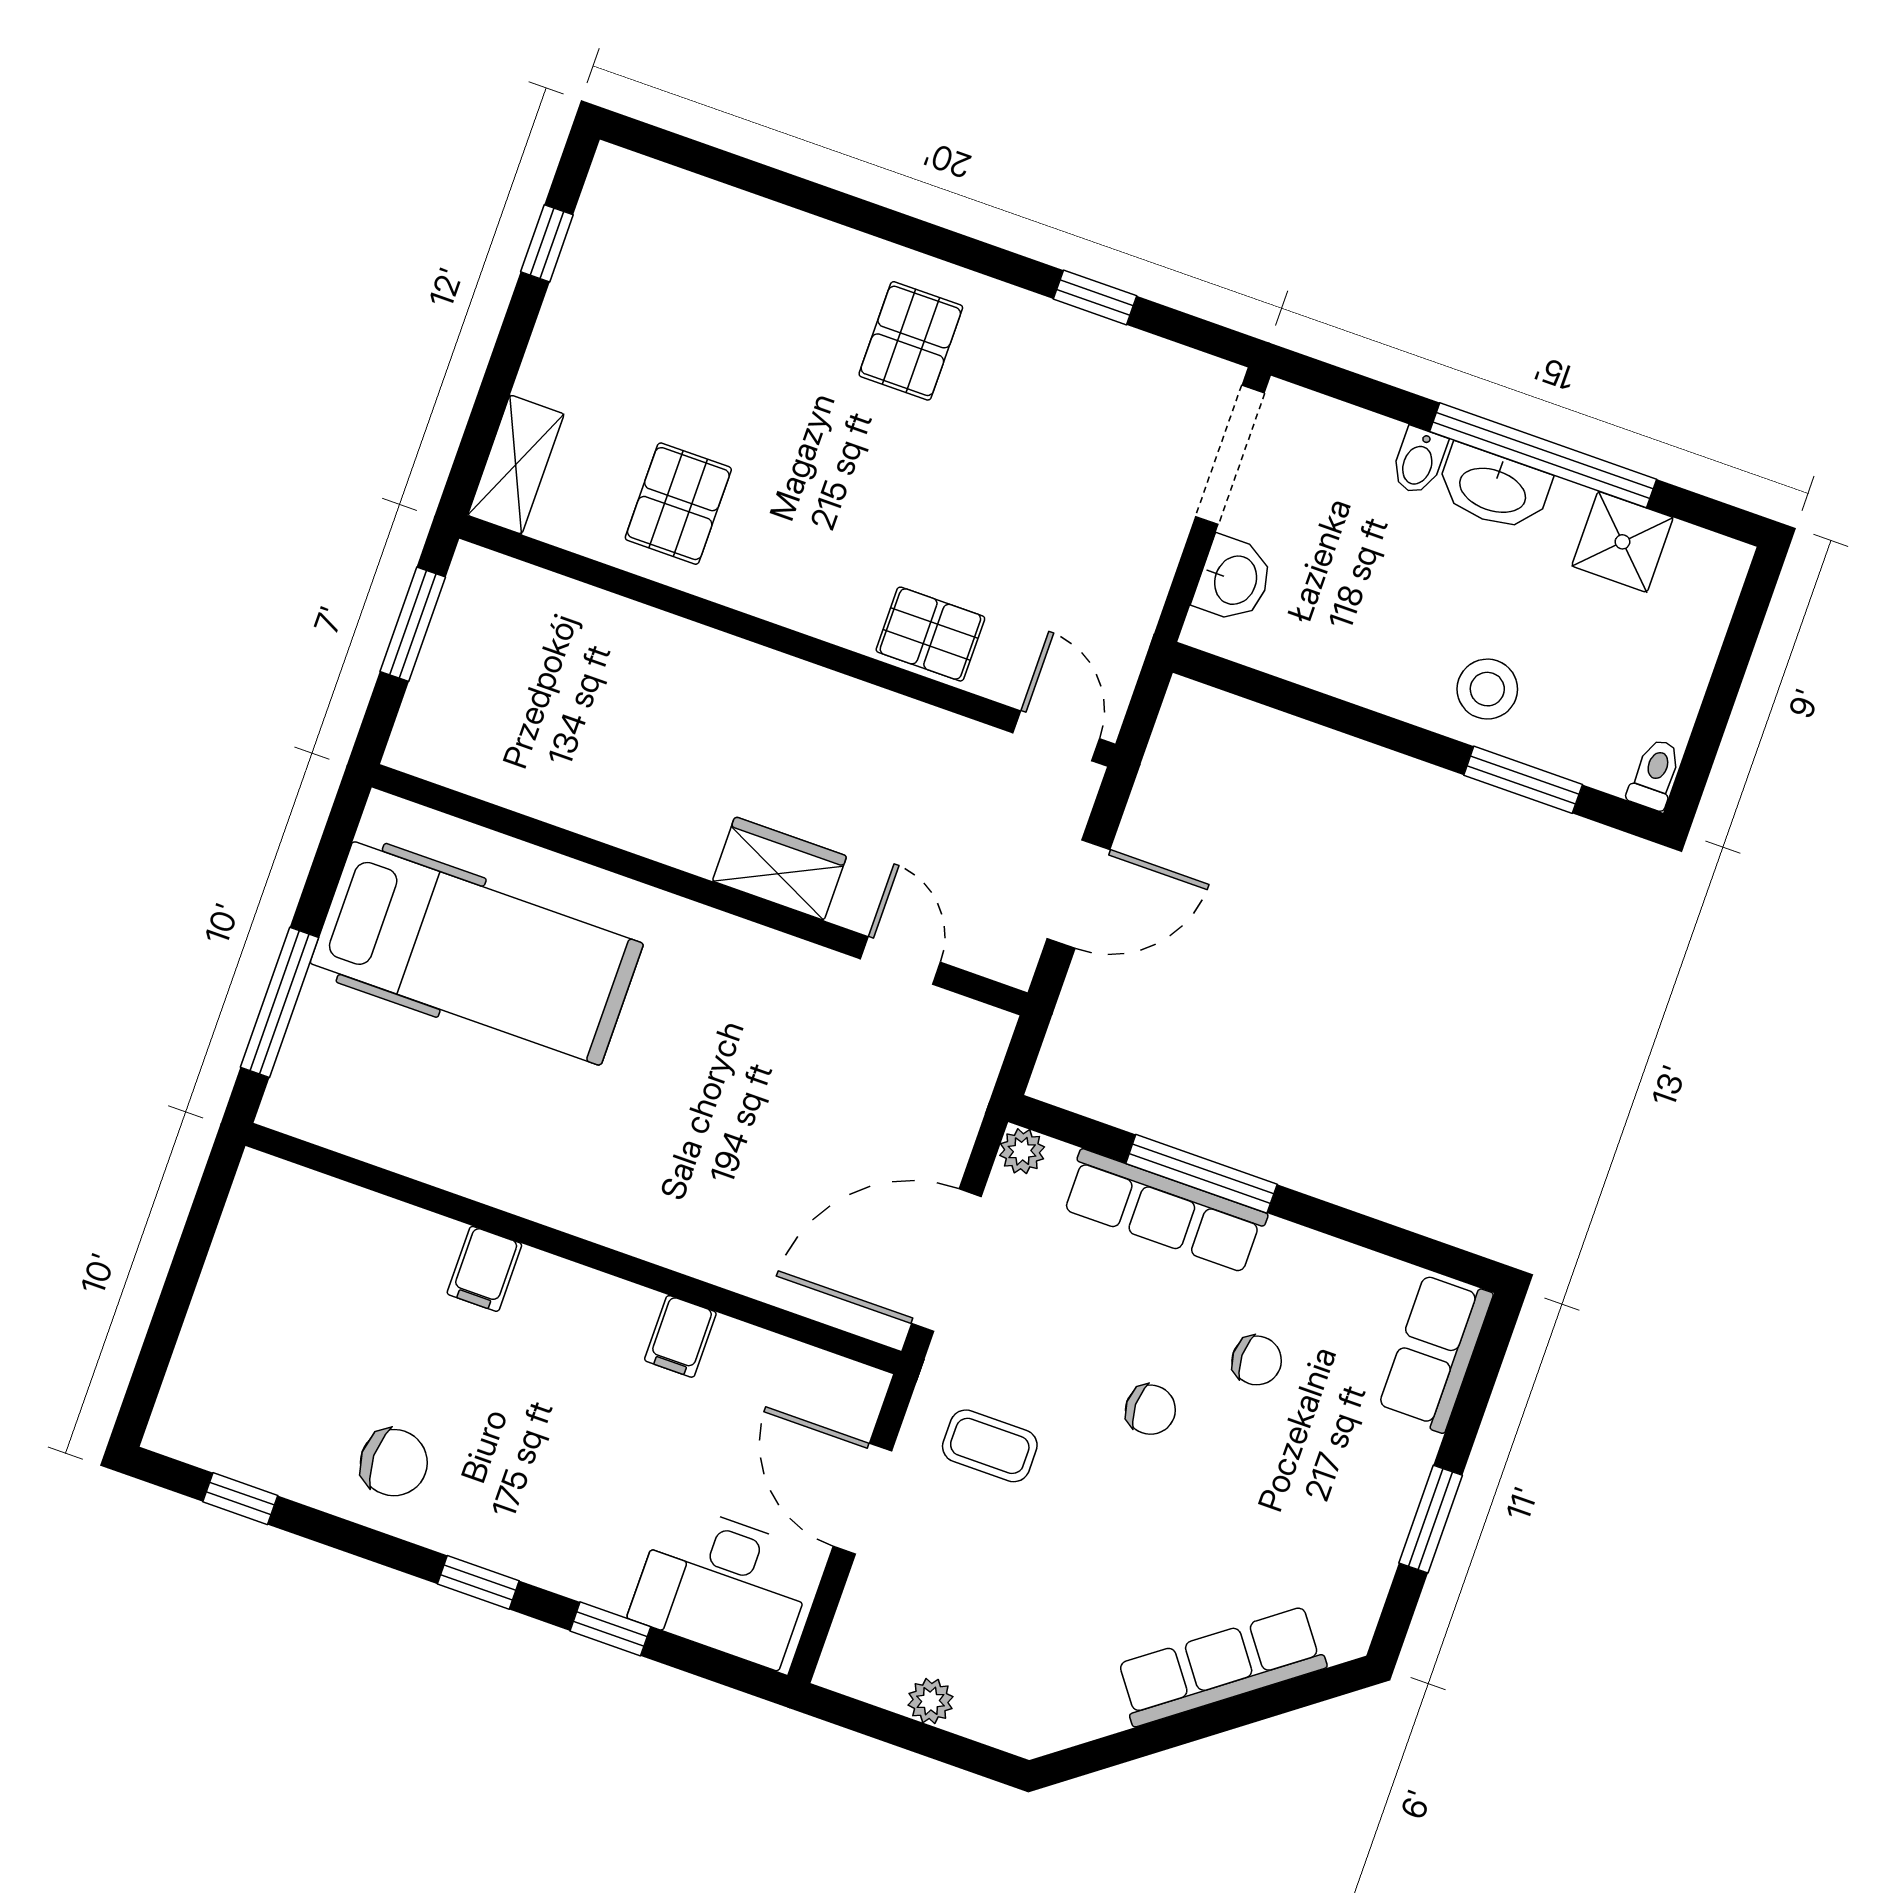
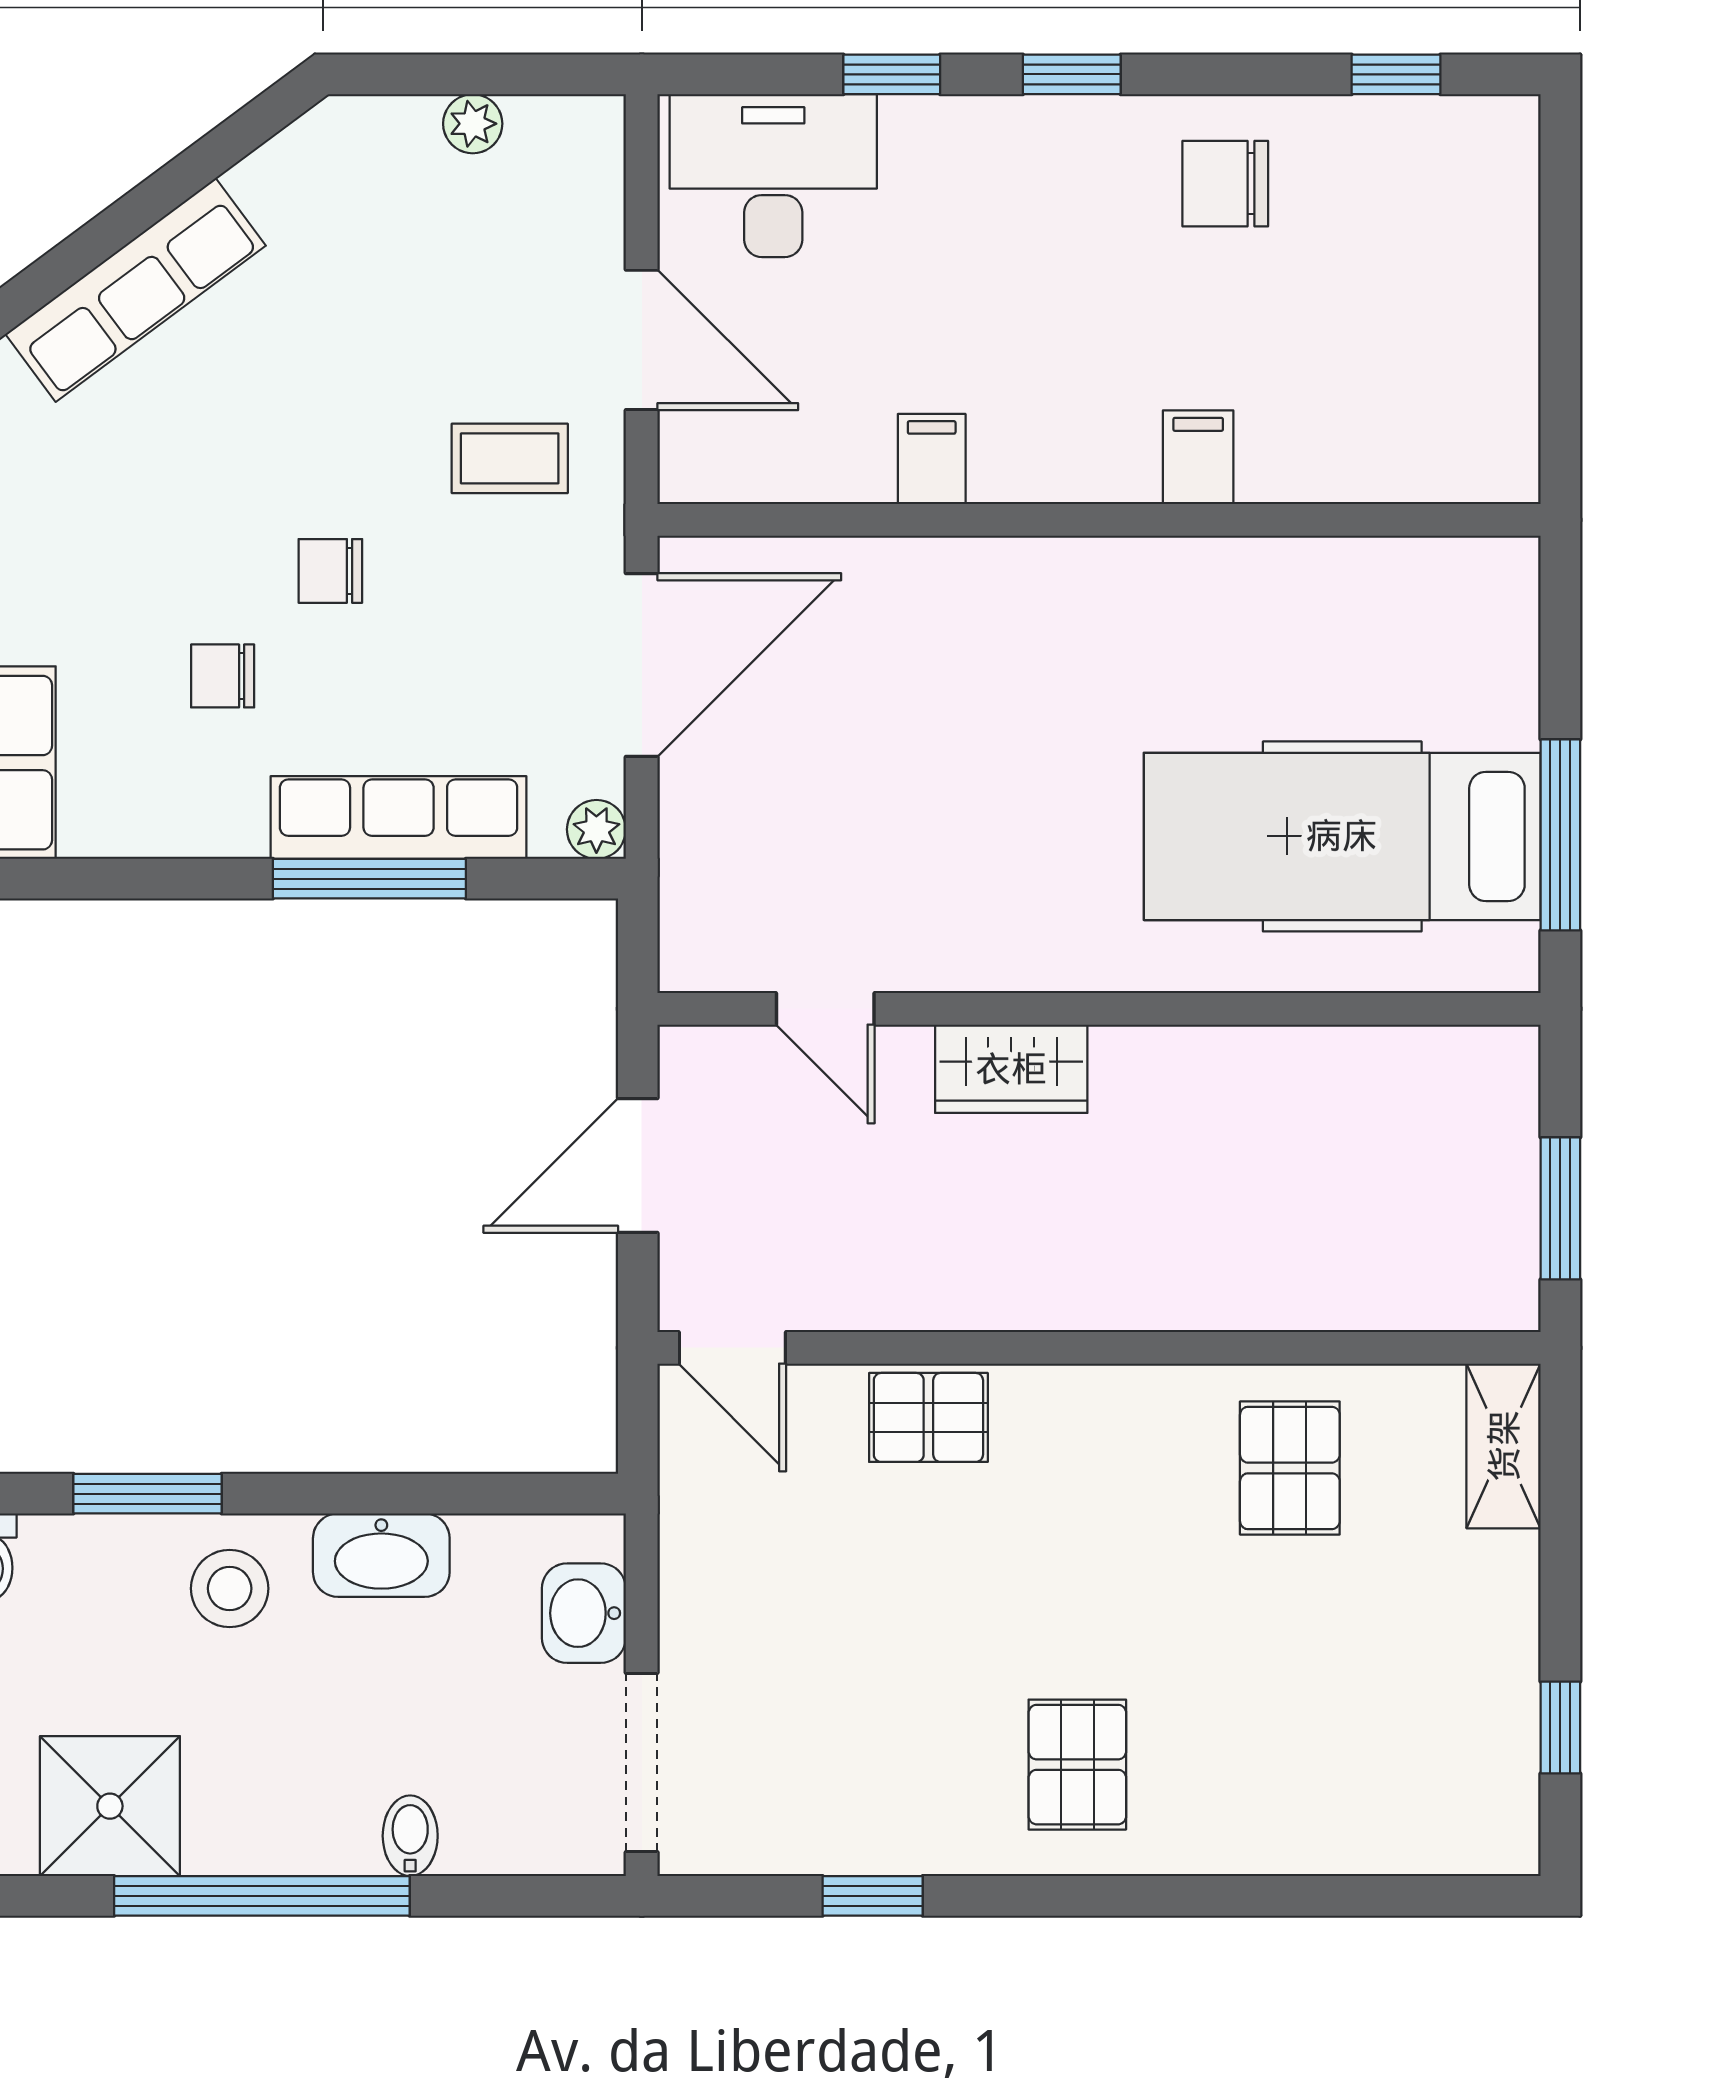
washbasin: (1493, 488) -> (381, 1555), moved, turned 180
shower: (1622, 542) -> (110, 1806), width x1.36, depth x1.36
window: (280, 1002) -> (1560, 835), moved

